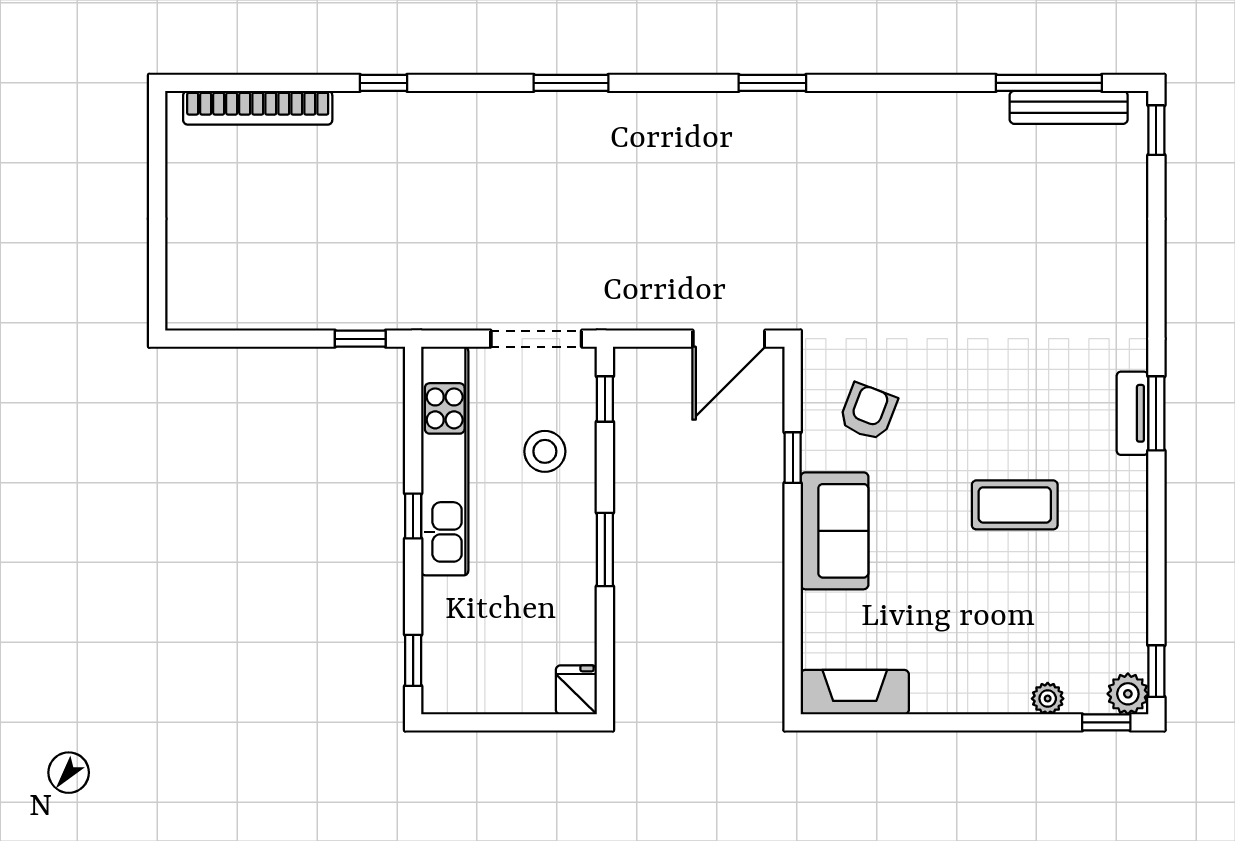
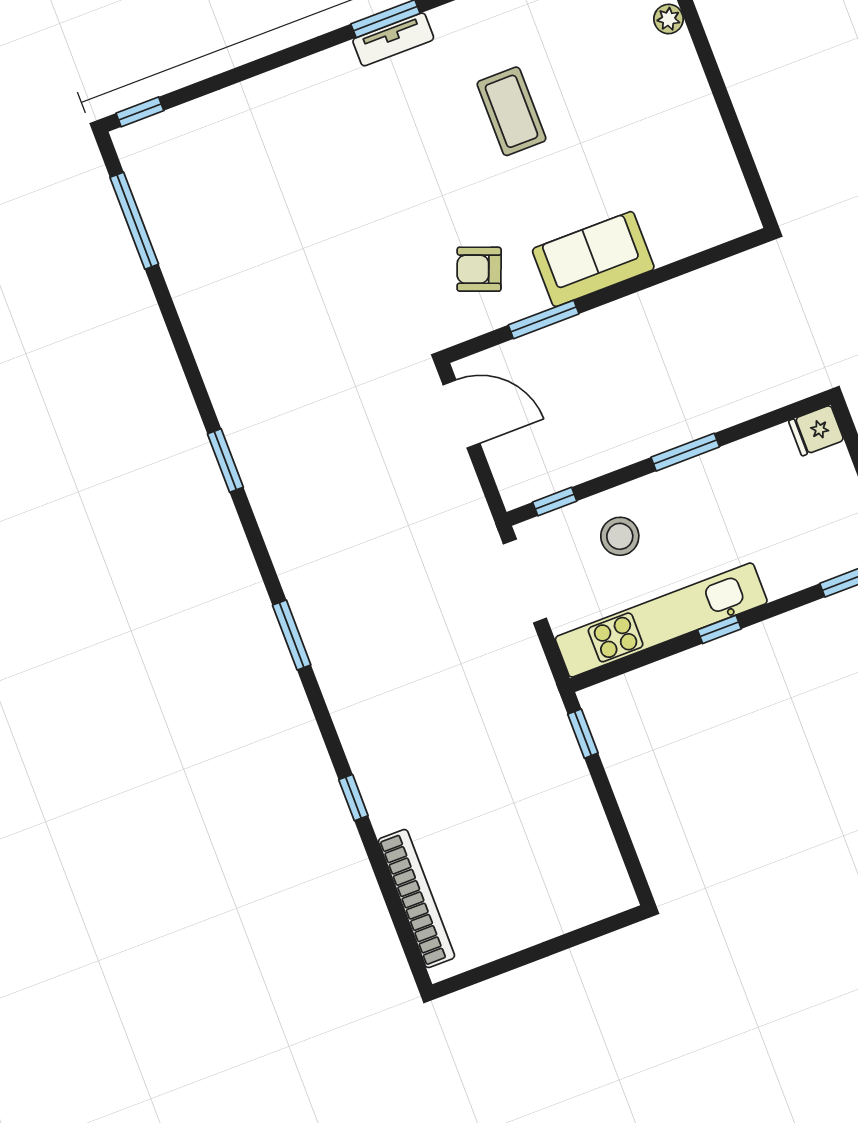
bench: (1069, 107) -> (149, 195), removed
window: (793, 458) -> (544, 319), width x1.50
fireplace: (855, 692) -> (726, 188), removed

